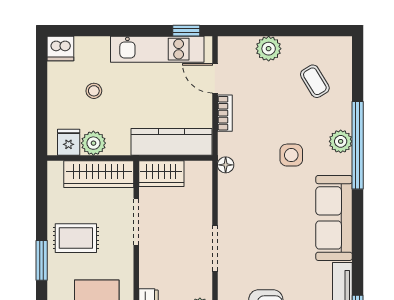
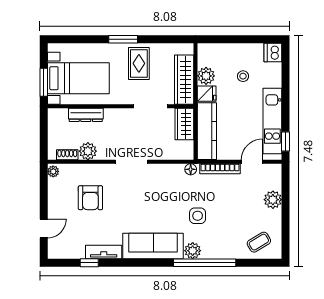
coffee table: (315, 81) -> (259, 242), moved
bookcase: (225, 113) -> (220, 169), width x1.56
plant: (341, 141) -> (193, 251), moved
fridge: (69, 142) -> (207, 94), moved

